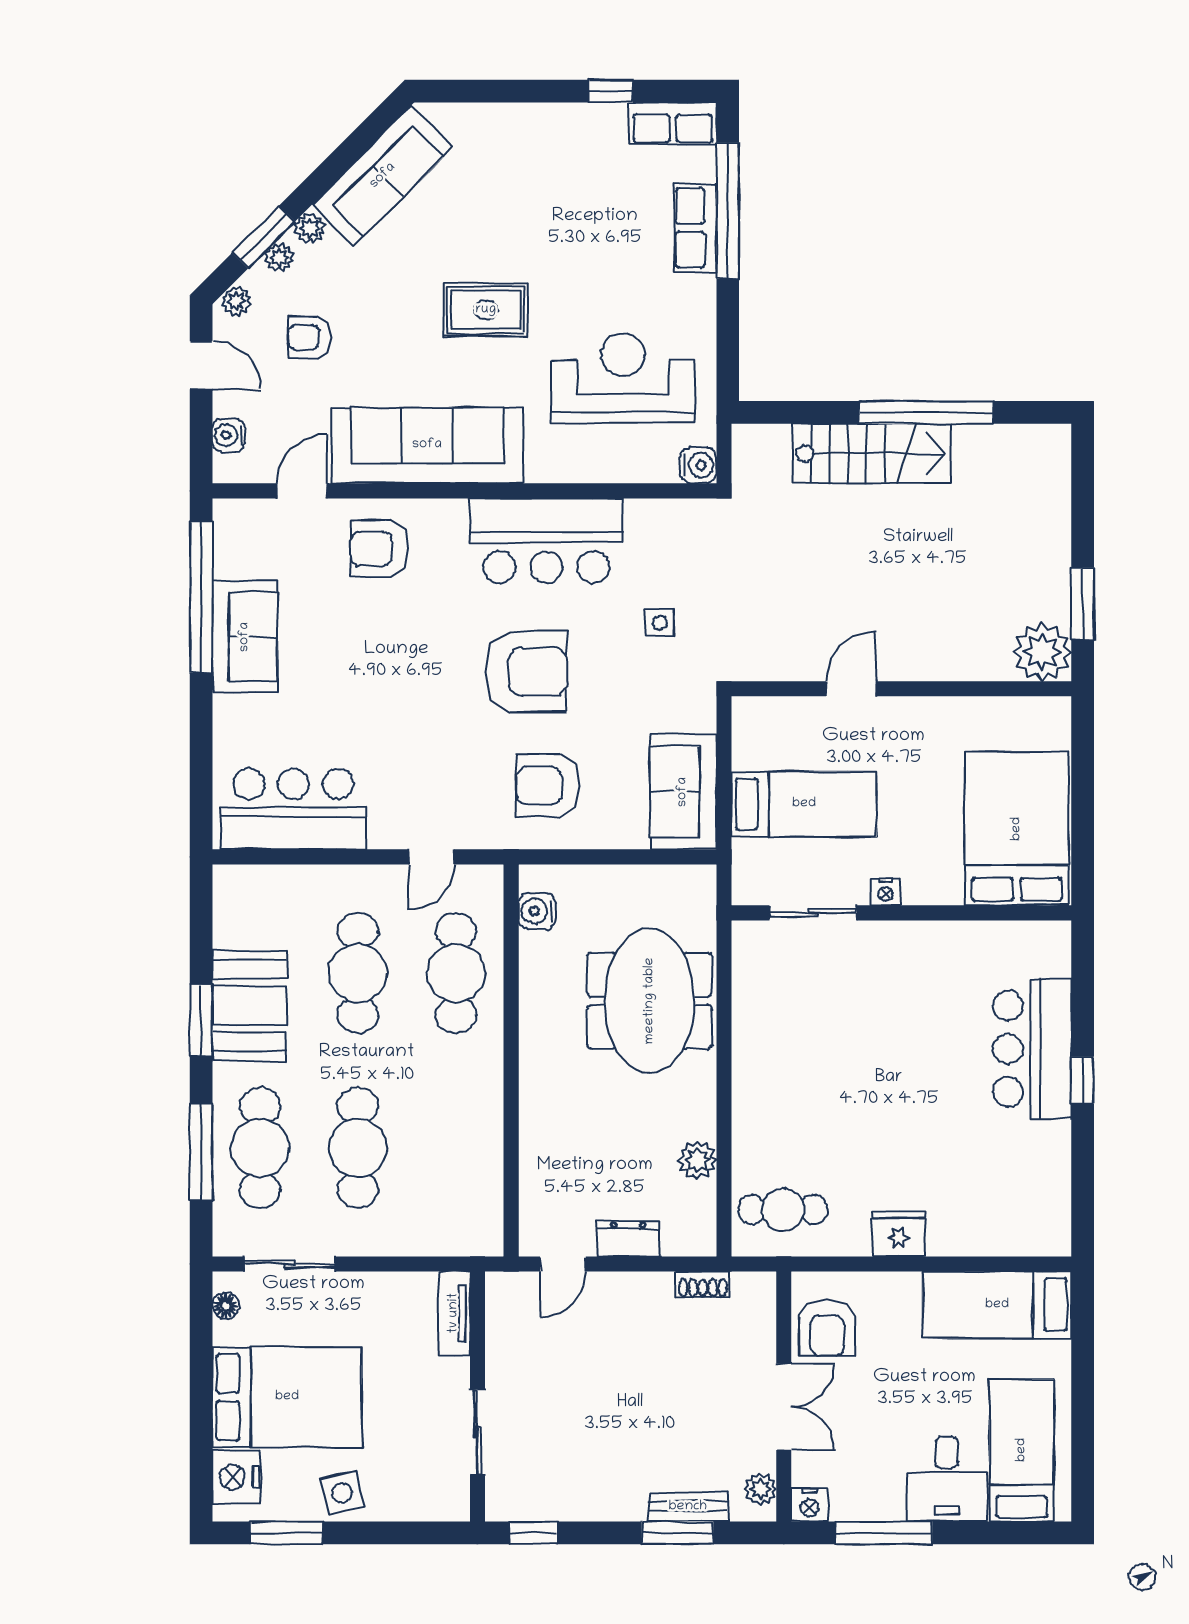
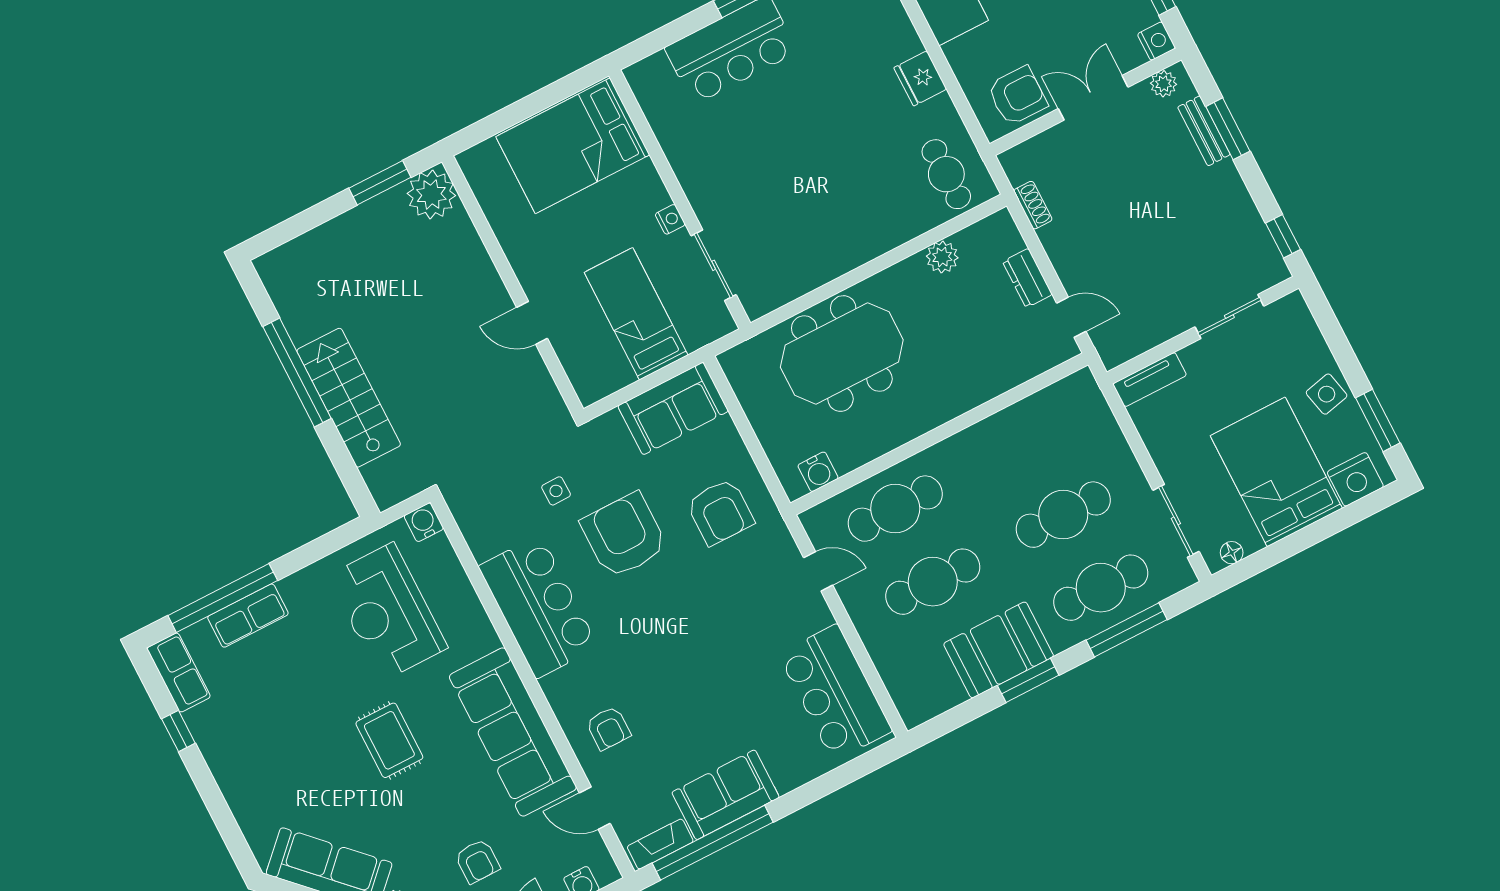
fireplace: (228, 541) -> (660, 844), added
armchair: (379, 549) -> (608, 728), width x0.72, depth x0.72
armchair: (526, 671) -> (624, 535), moved

